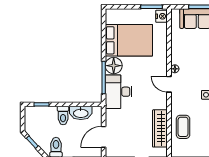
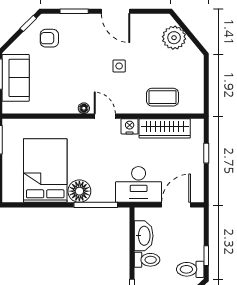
nightstand: (162, 16) -> (130, 126), moved
door: (169, 84) -> (105, 116), swing flipped
desk: (119, 92) -> (139, 184), moved
door: (104, 137) -> (176, 205), swing flipped

